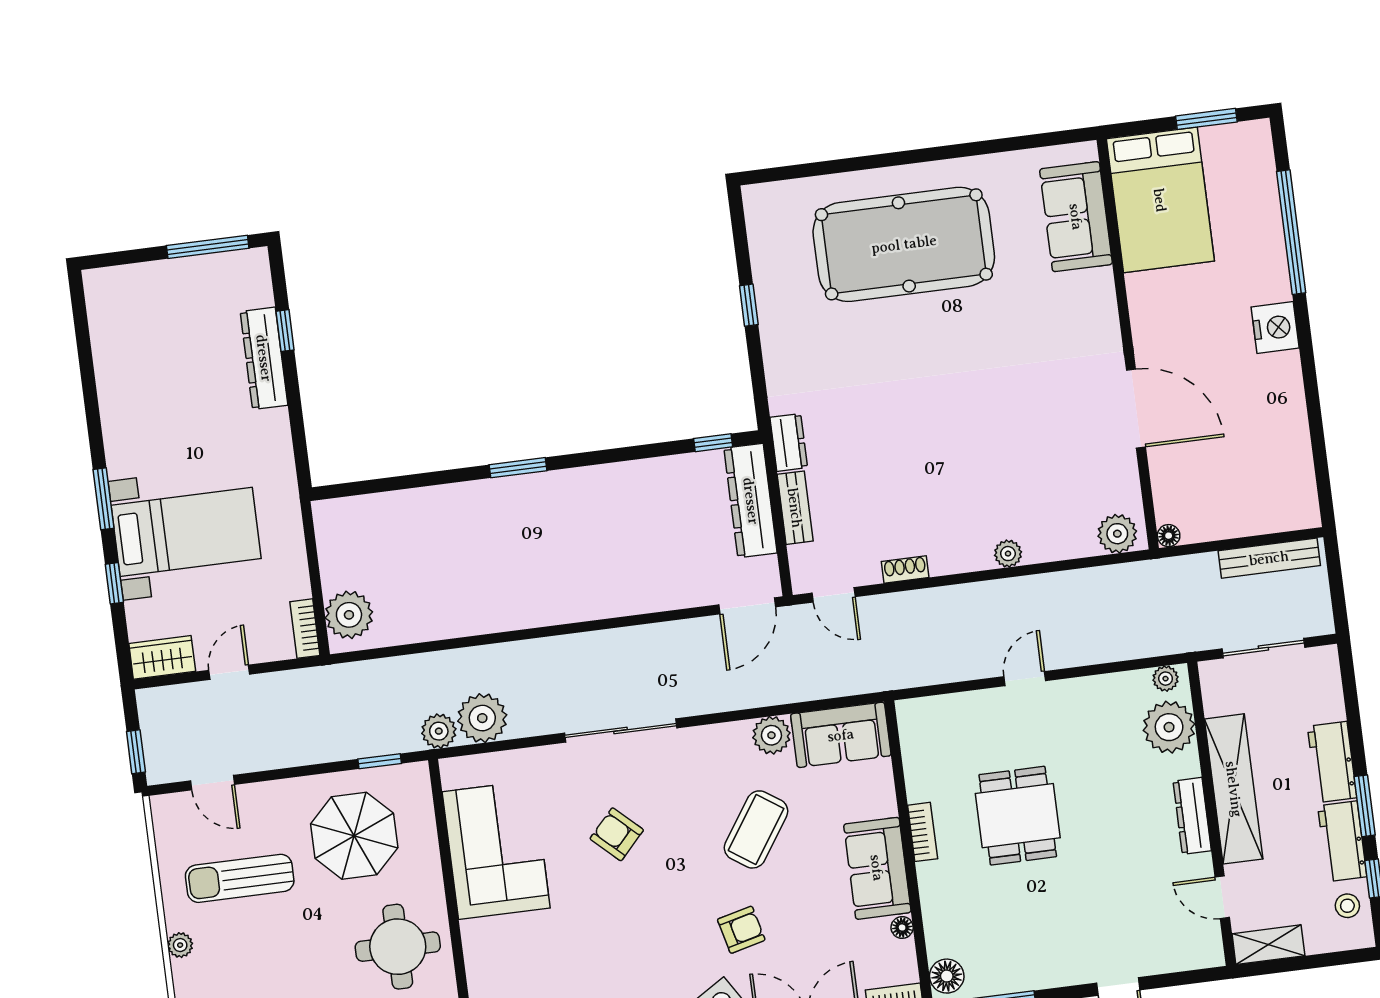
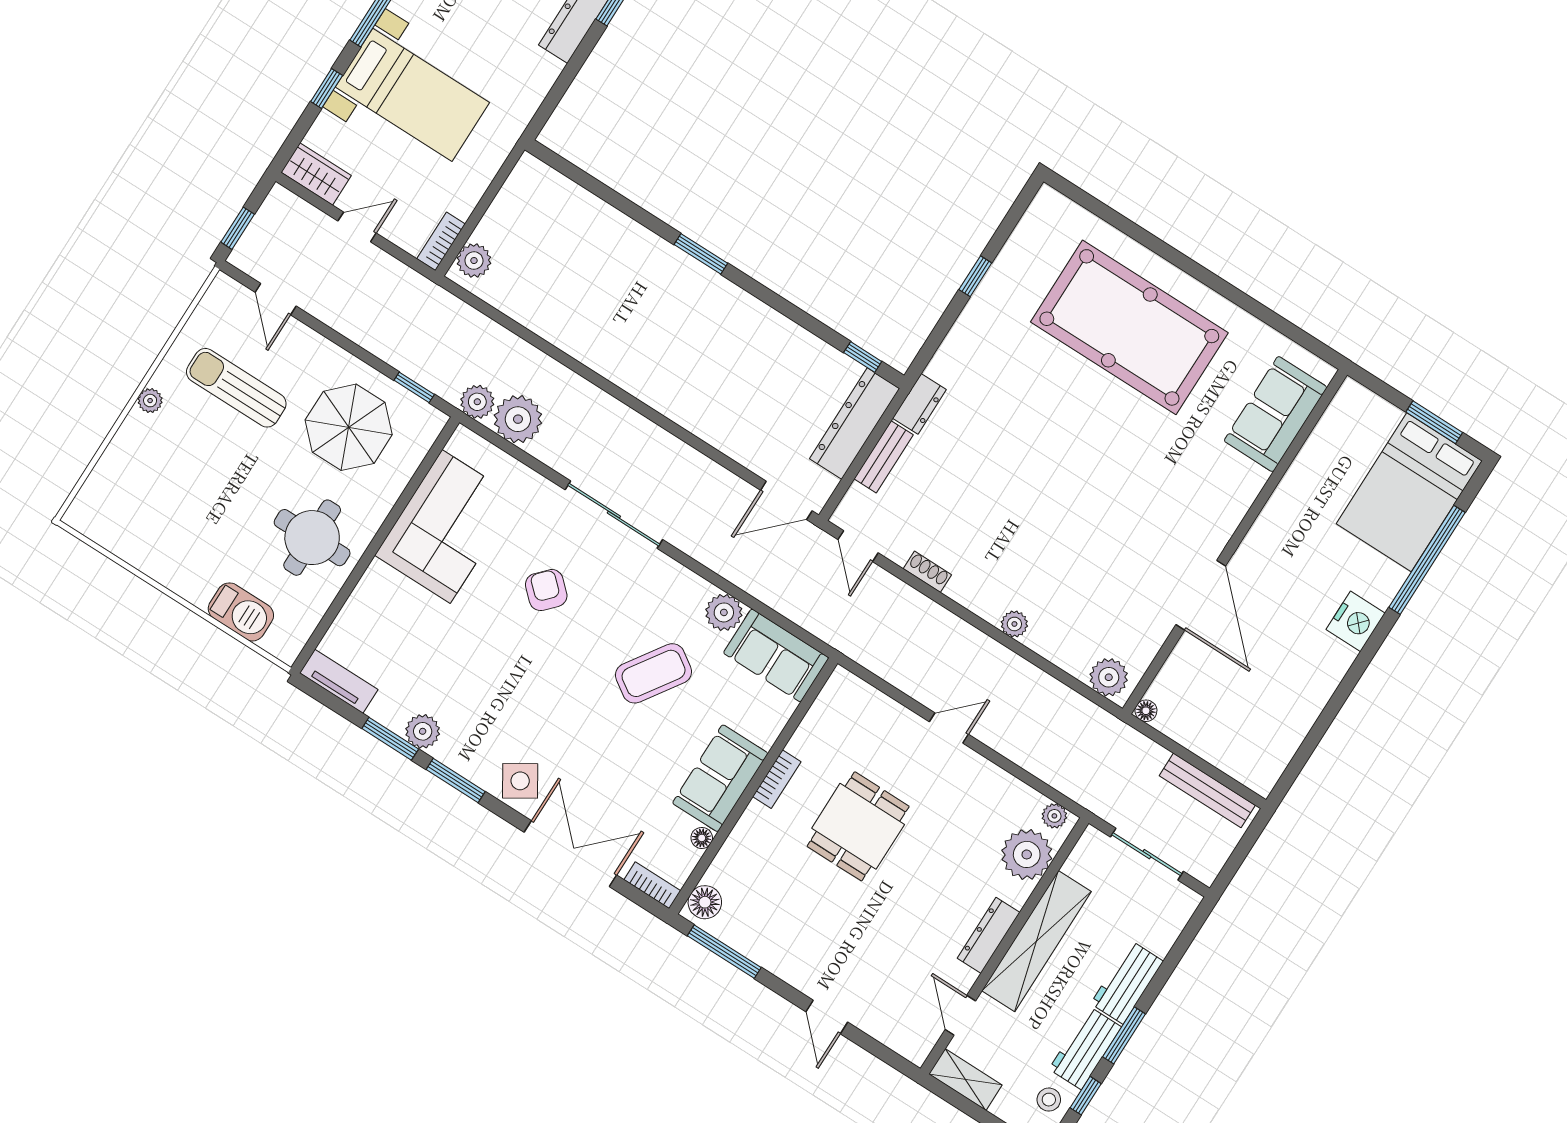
bed: (1160, 200) -> (1409, 492), moved
plant: (349, 615) -> (474, 261), width x0.73, depth x0.73
armchair: (741, 930) -> (580, 739), removed

